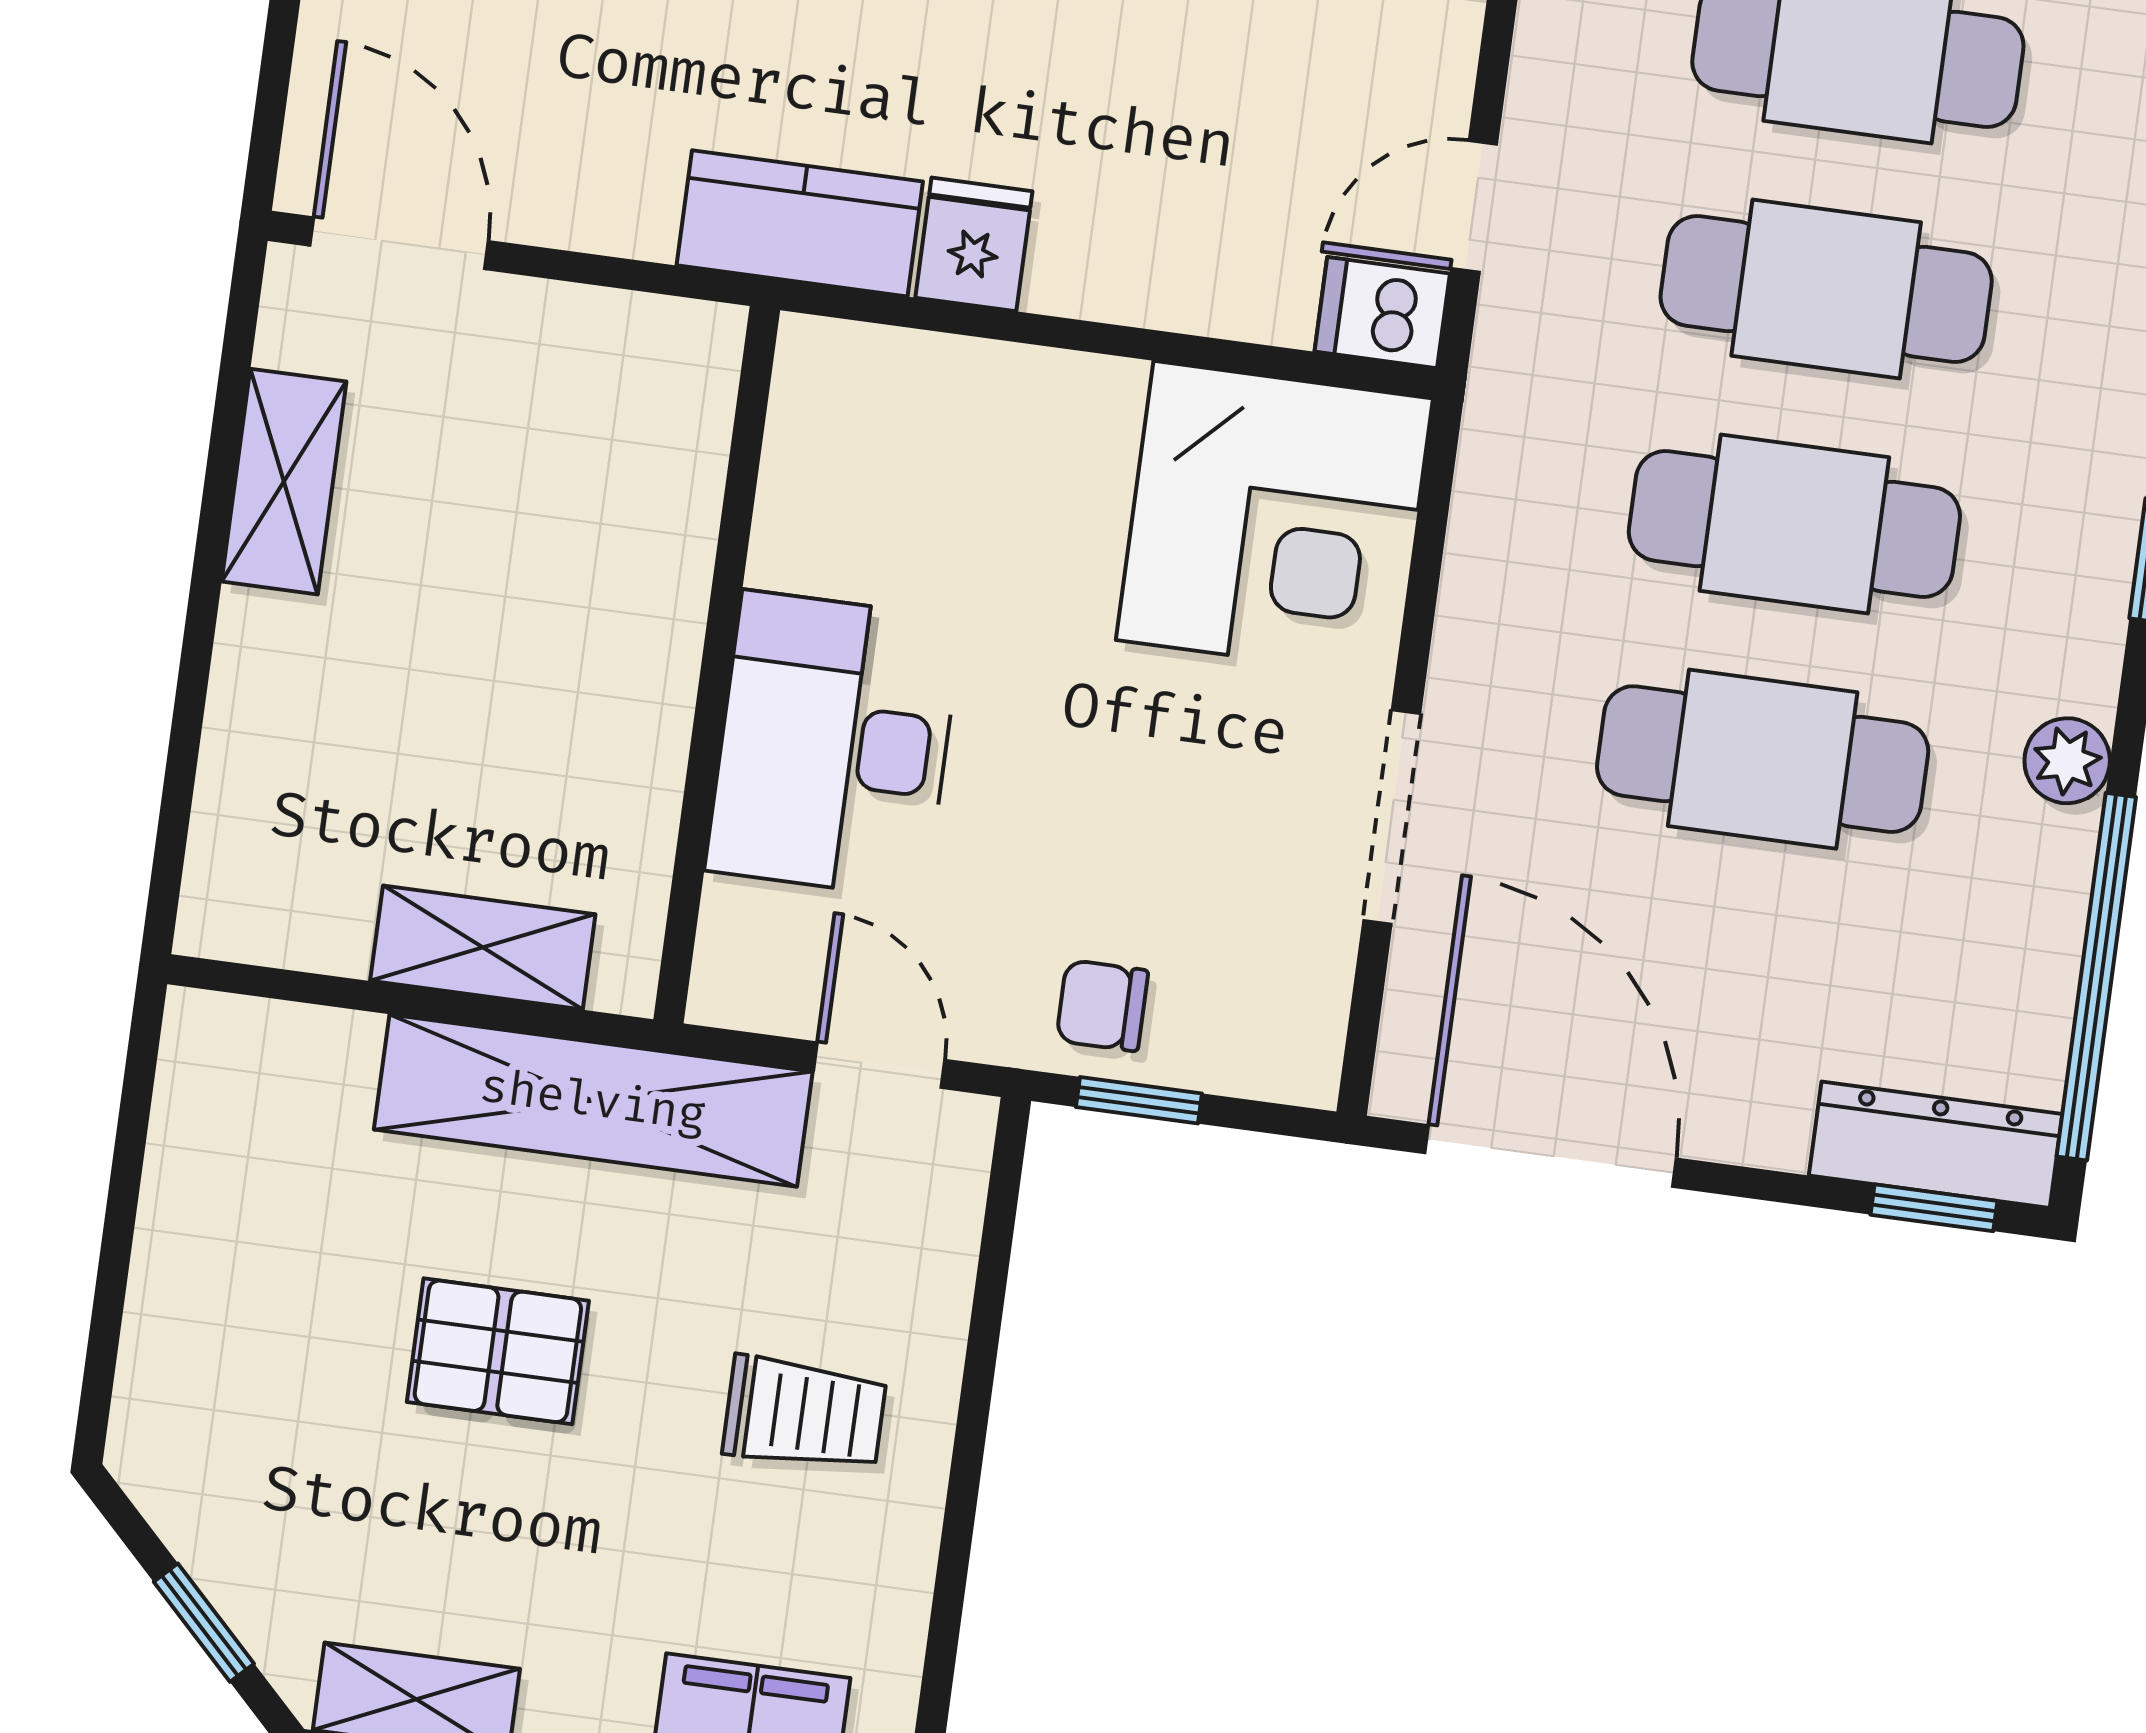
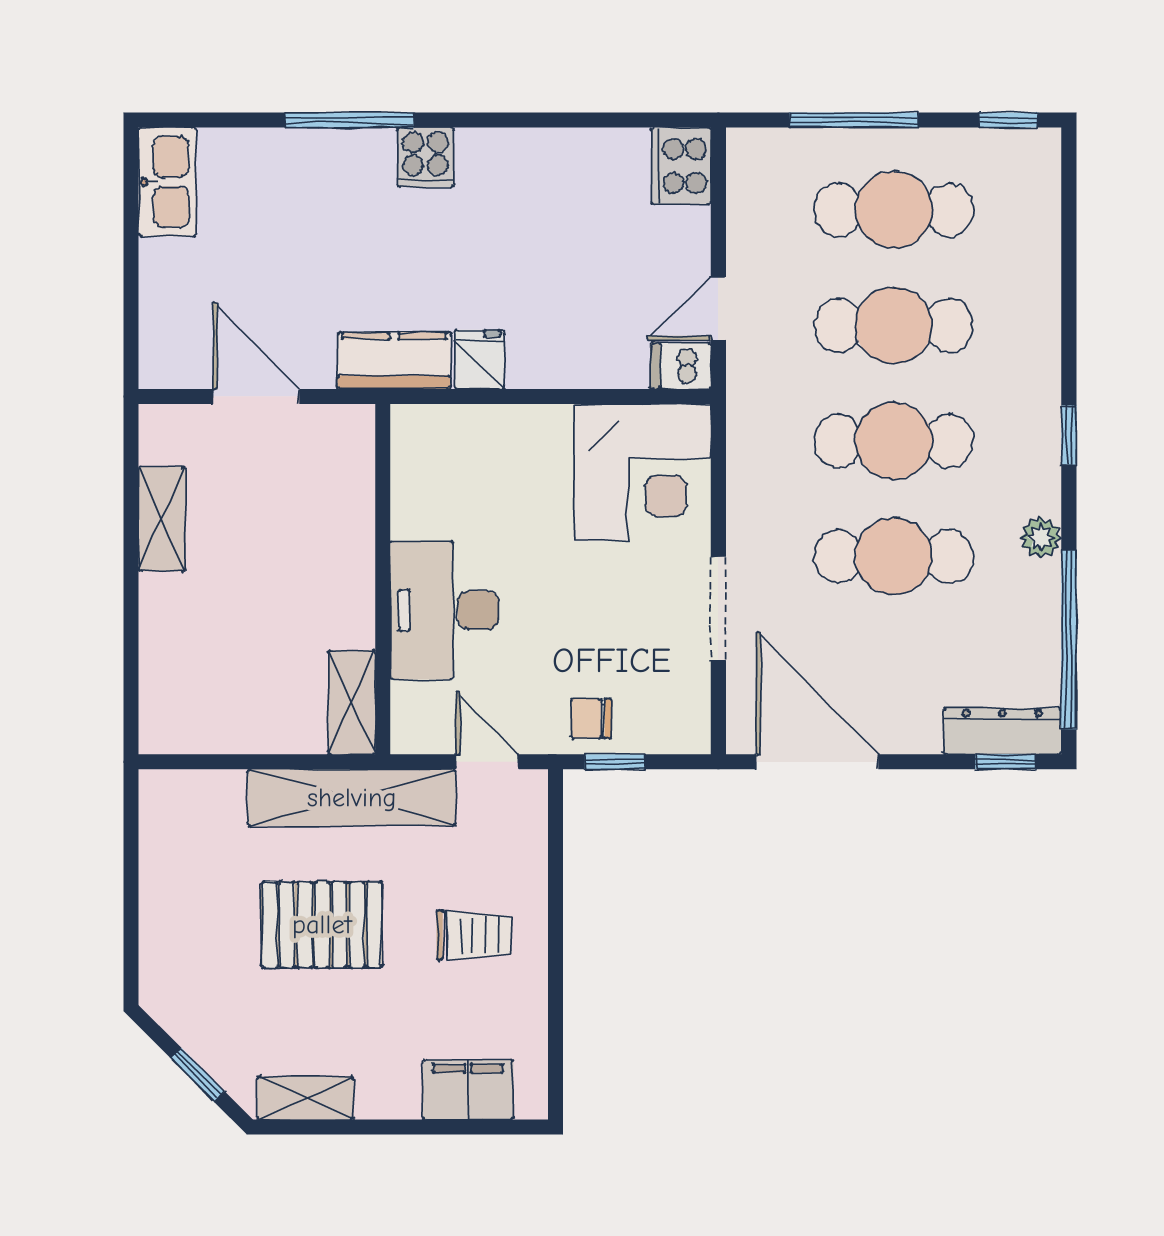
door: (399, 243) -> (256, 396), moved
shelving: (483, 948) -> (352, 702), moved, turned 90
pallet: (498, 1351) -> (322, 925), width x1.50, depth x1.42

